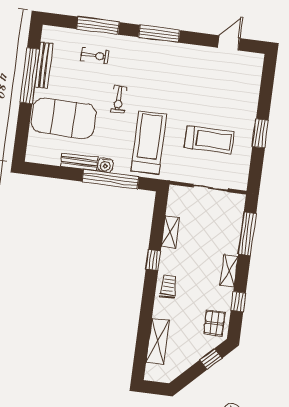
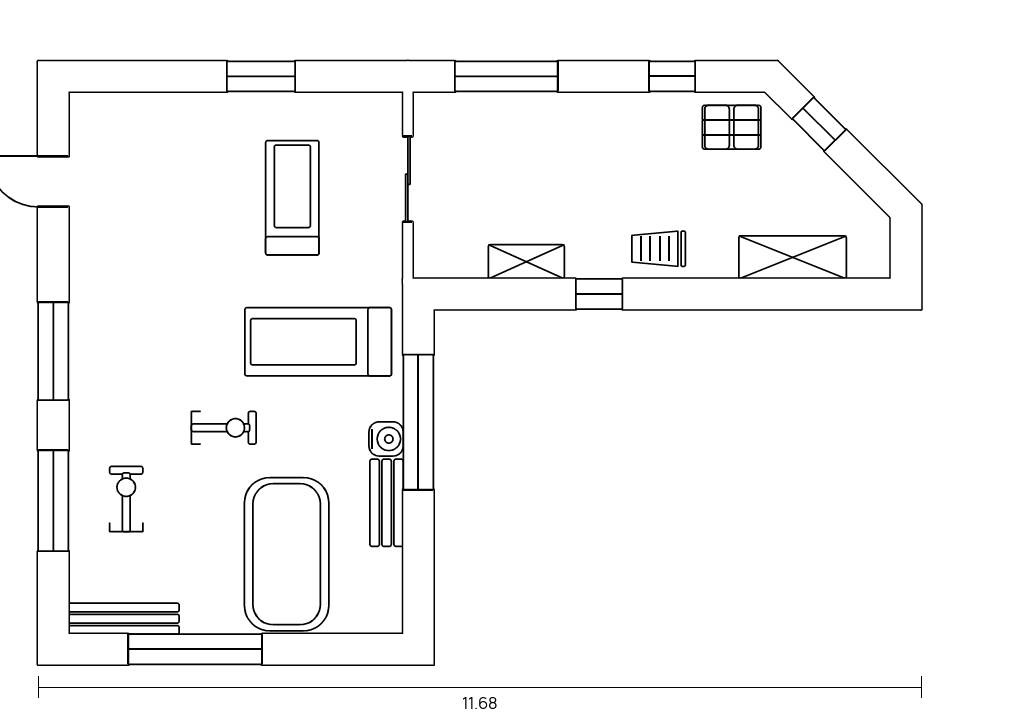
bench: (44, 65) -> (124, 619), moved
shelving: (229, 271) -> (601, 109), removed

